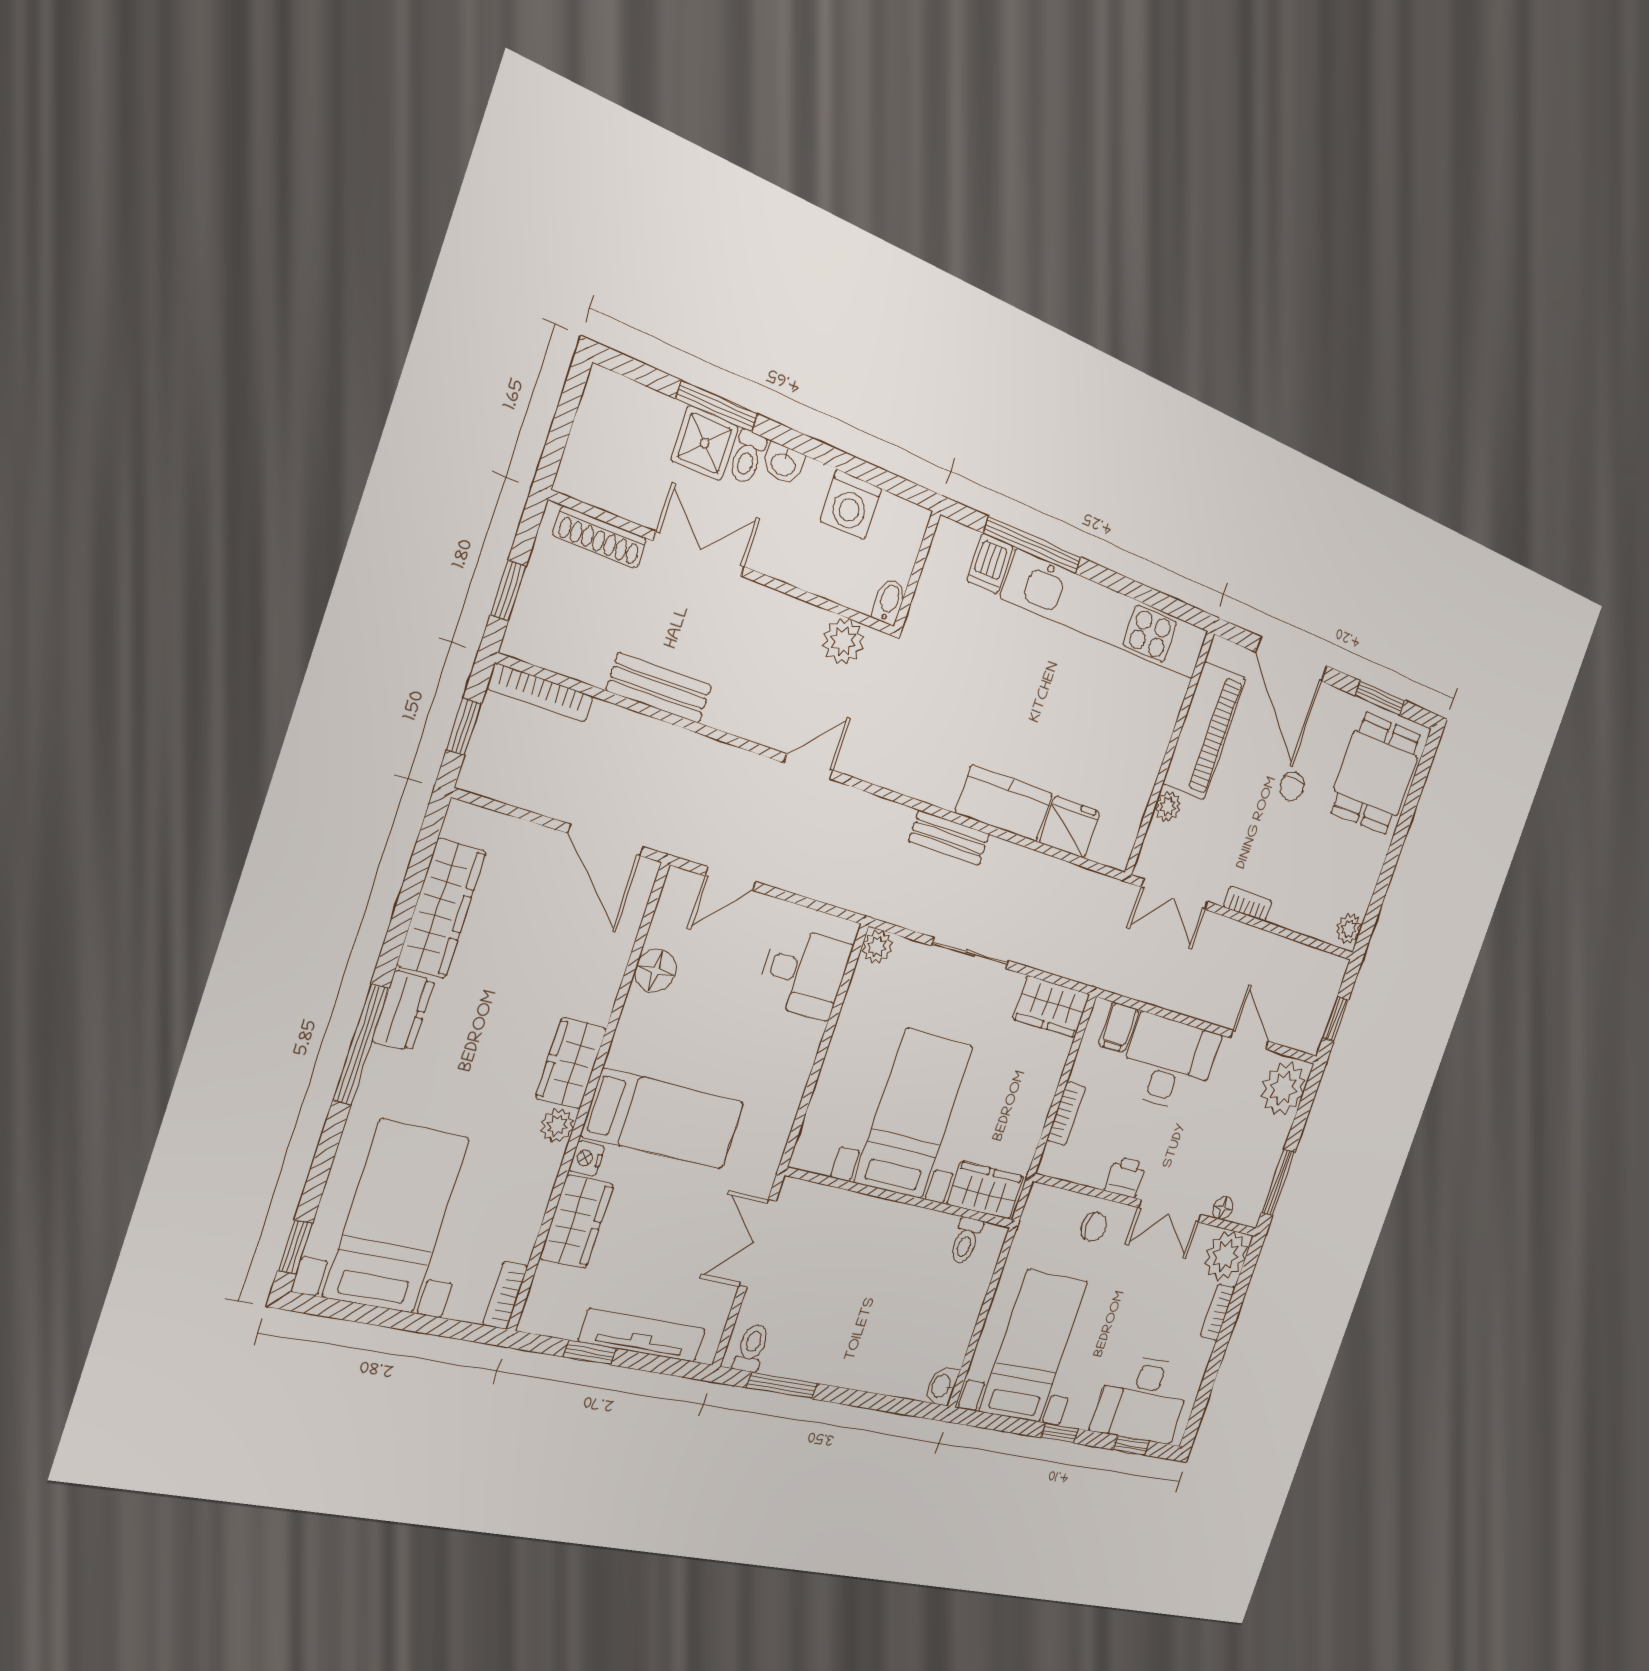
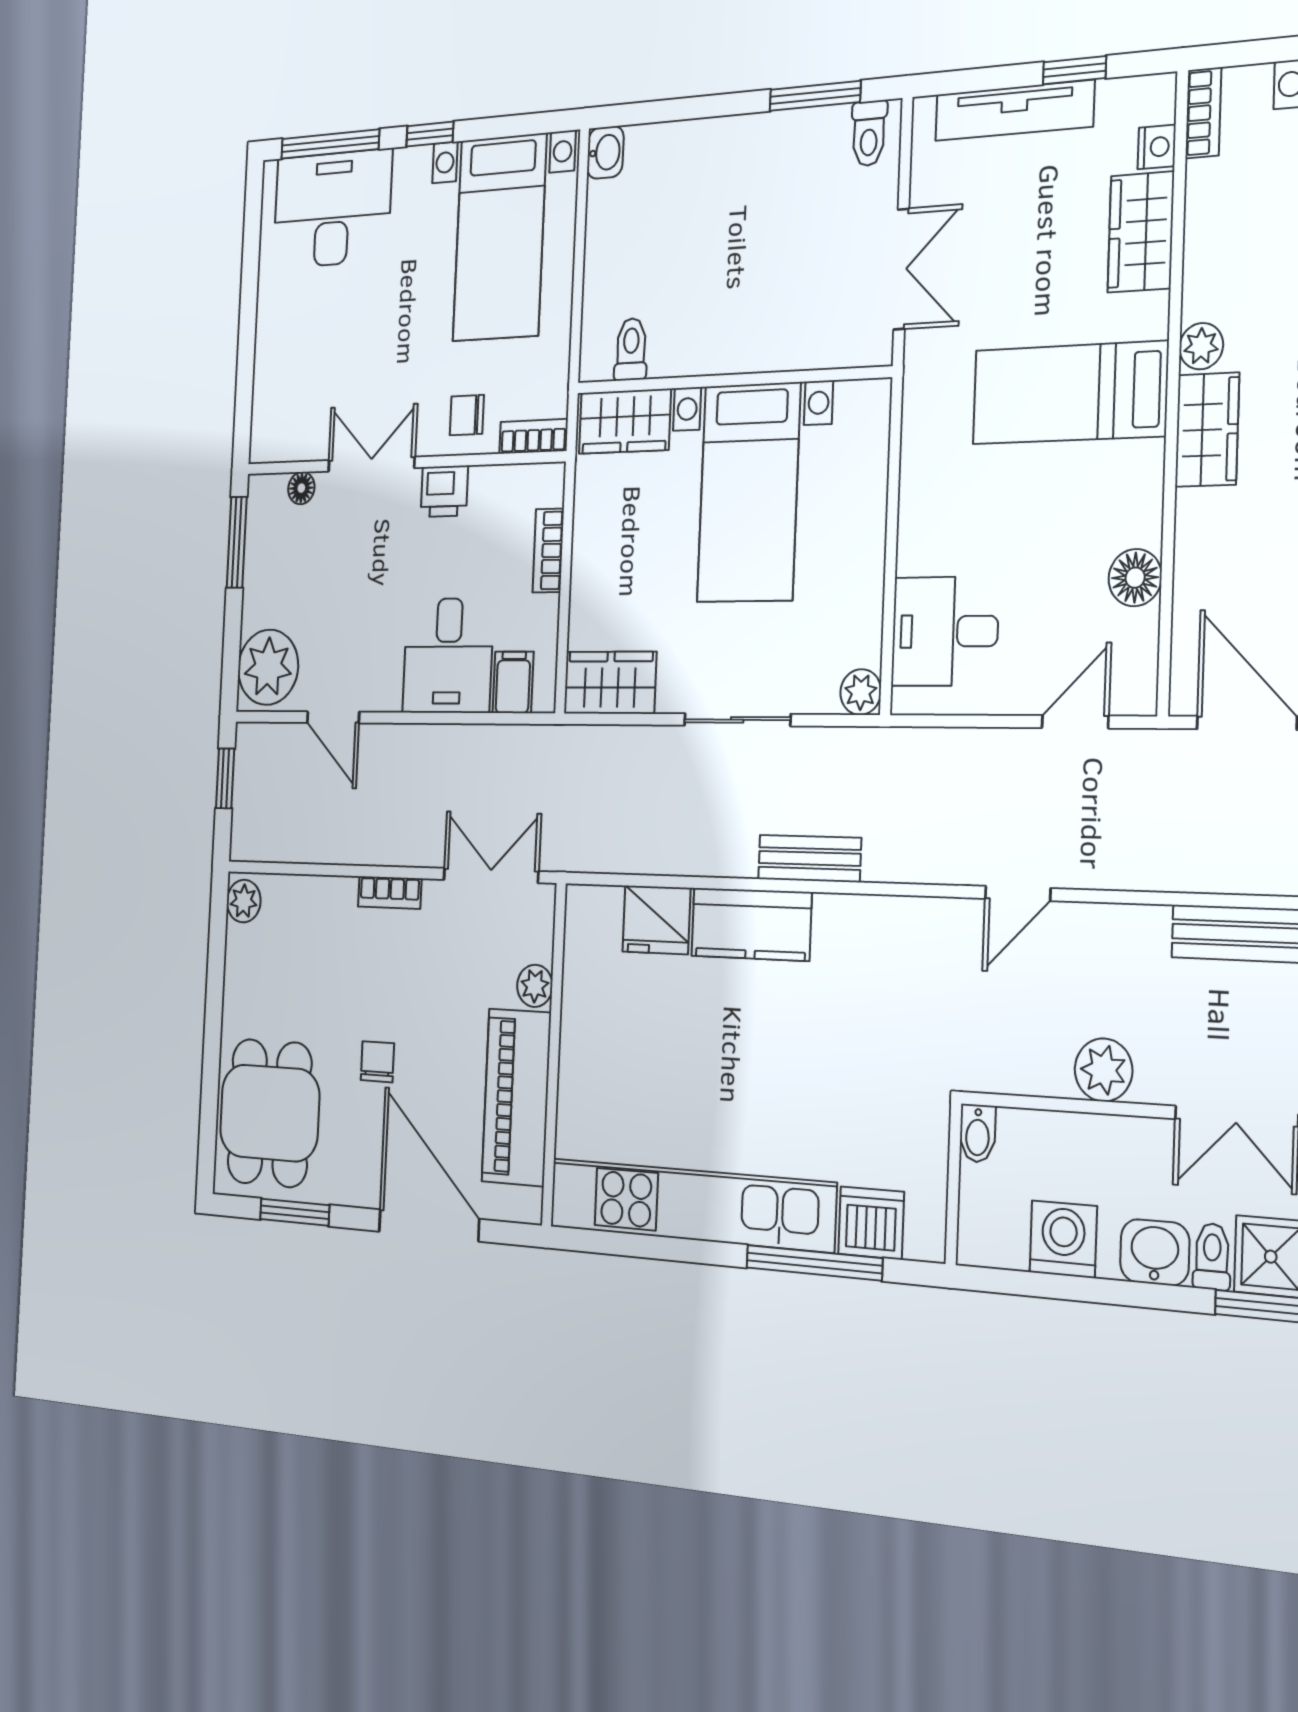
washbasin: (783, 464) -> (1155, 1252), width x1.38, depth x1.45
dishwasher: (990, 564) -> (871, 1223), width x1.38
plant: (843, 641) -> (1104, 1070), moved
desk: (1169, 1063) -> (448, 656), width x0.73
nightstand: (587, 1158) -> (1157, 147), moved
plant: (1226, 1256) -> (278, 427), removed
bookcase: (1218, 1312) -> (533, 436), moved, turned -90
window: (1131, 1445) -> (330, 144), width x2.17

